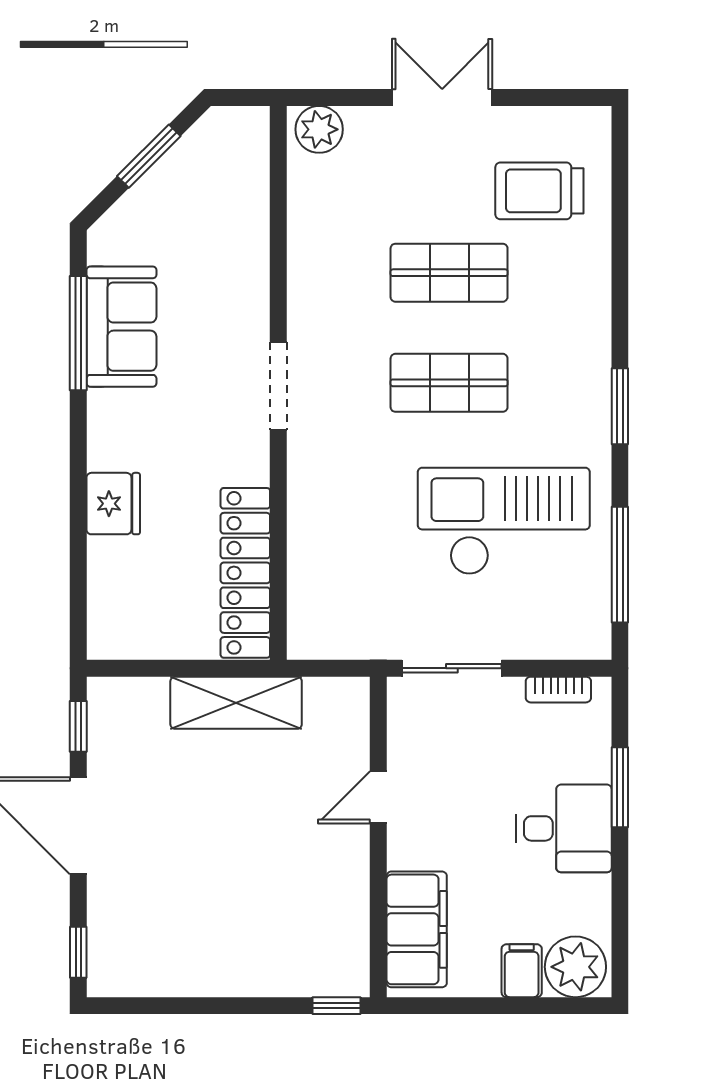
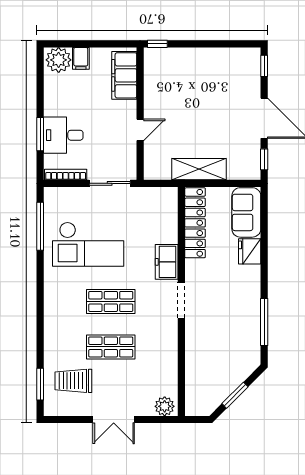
trolley: (539, 191) -> (73, 381), turned 180
sofa: (121, 327) -> (246, 212), moved
window: (620, 406) -> (40, 384), moved
freezer: (314, 478) -> (167, 262), added
bookcase: (558, 690) -> (66, 175), width x1.56
desk: (564, 828) -> (63, 135), moved

